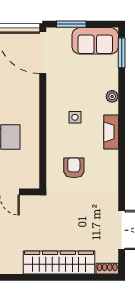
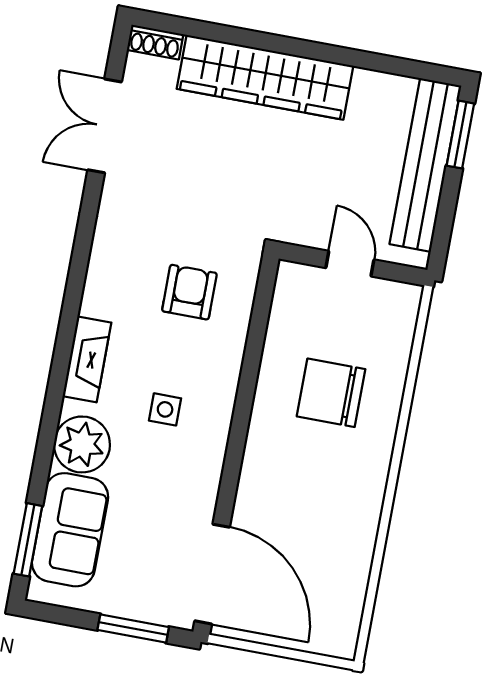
sofa: (95, 41) -> (70, 530), moved, turned 90
plant: (112, 96) -> (82, 444), width x1.87, depth x1.87
armchair: (74, 168) -> (189, 292), turned 180

